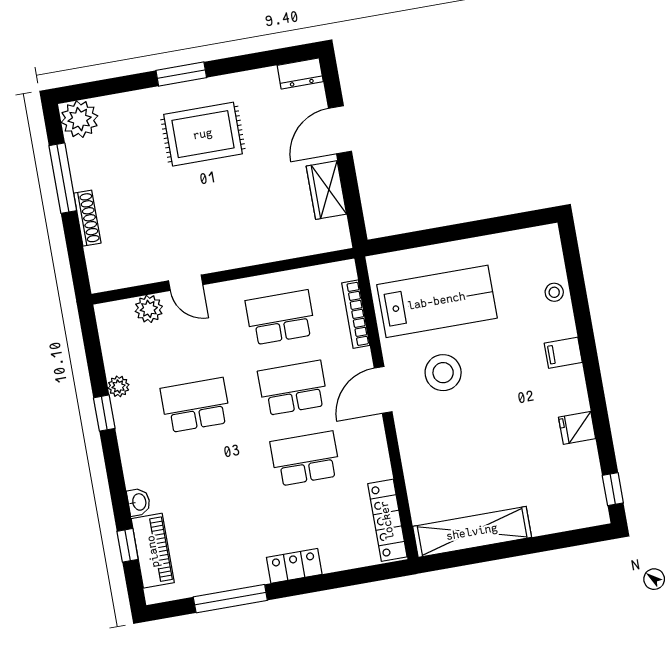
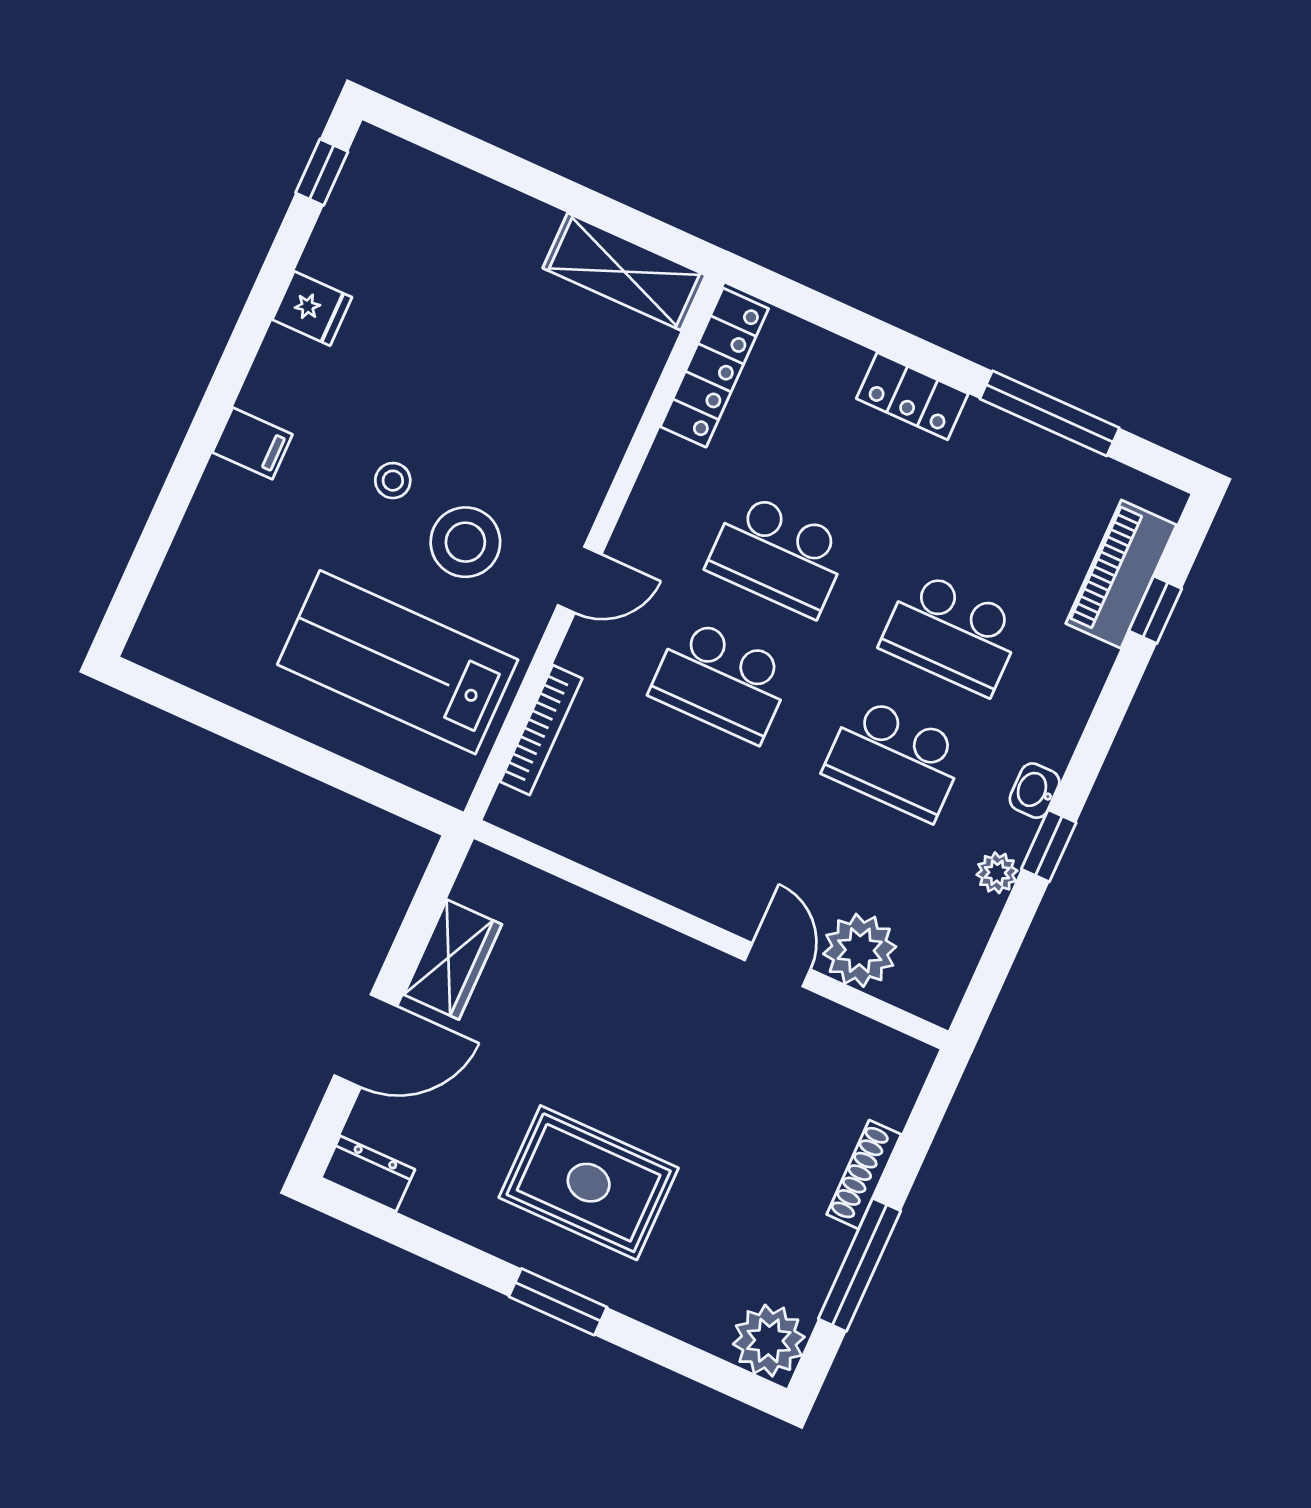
stool: (554, 292) -> (393, 481), moved
plant: (149, 309) -> (860, 950), width x1.36, depth x1.36
school desk: (280, 317) -> (952, 633), moved
door: (383, 390) -> (580, 580), width x0.73
washbasin: (139, 502) -> (1035, 791), moved
shelving: (472, 532) -> (624, 272), width x0.68

